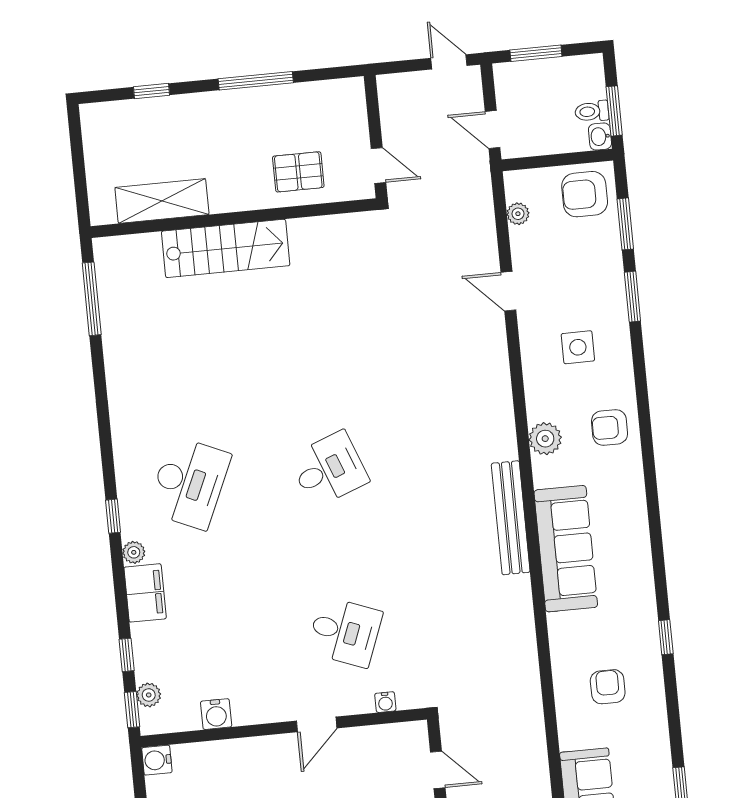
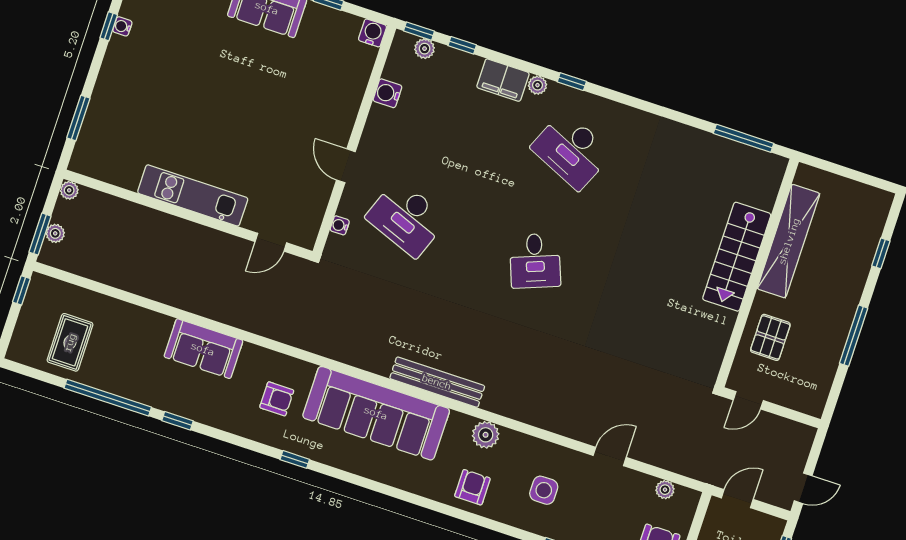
shelving: (162, 201) -> (789, 241), width x1.47
sofa: (566, 549) -> (376, 413), width x1.36, depth x1.27
desk: (345, 632) -> (406, 218), width x1.37

